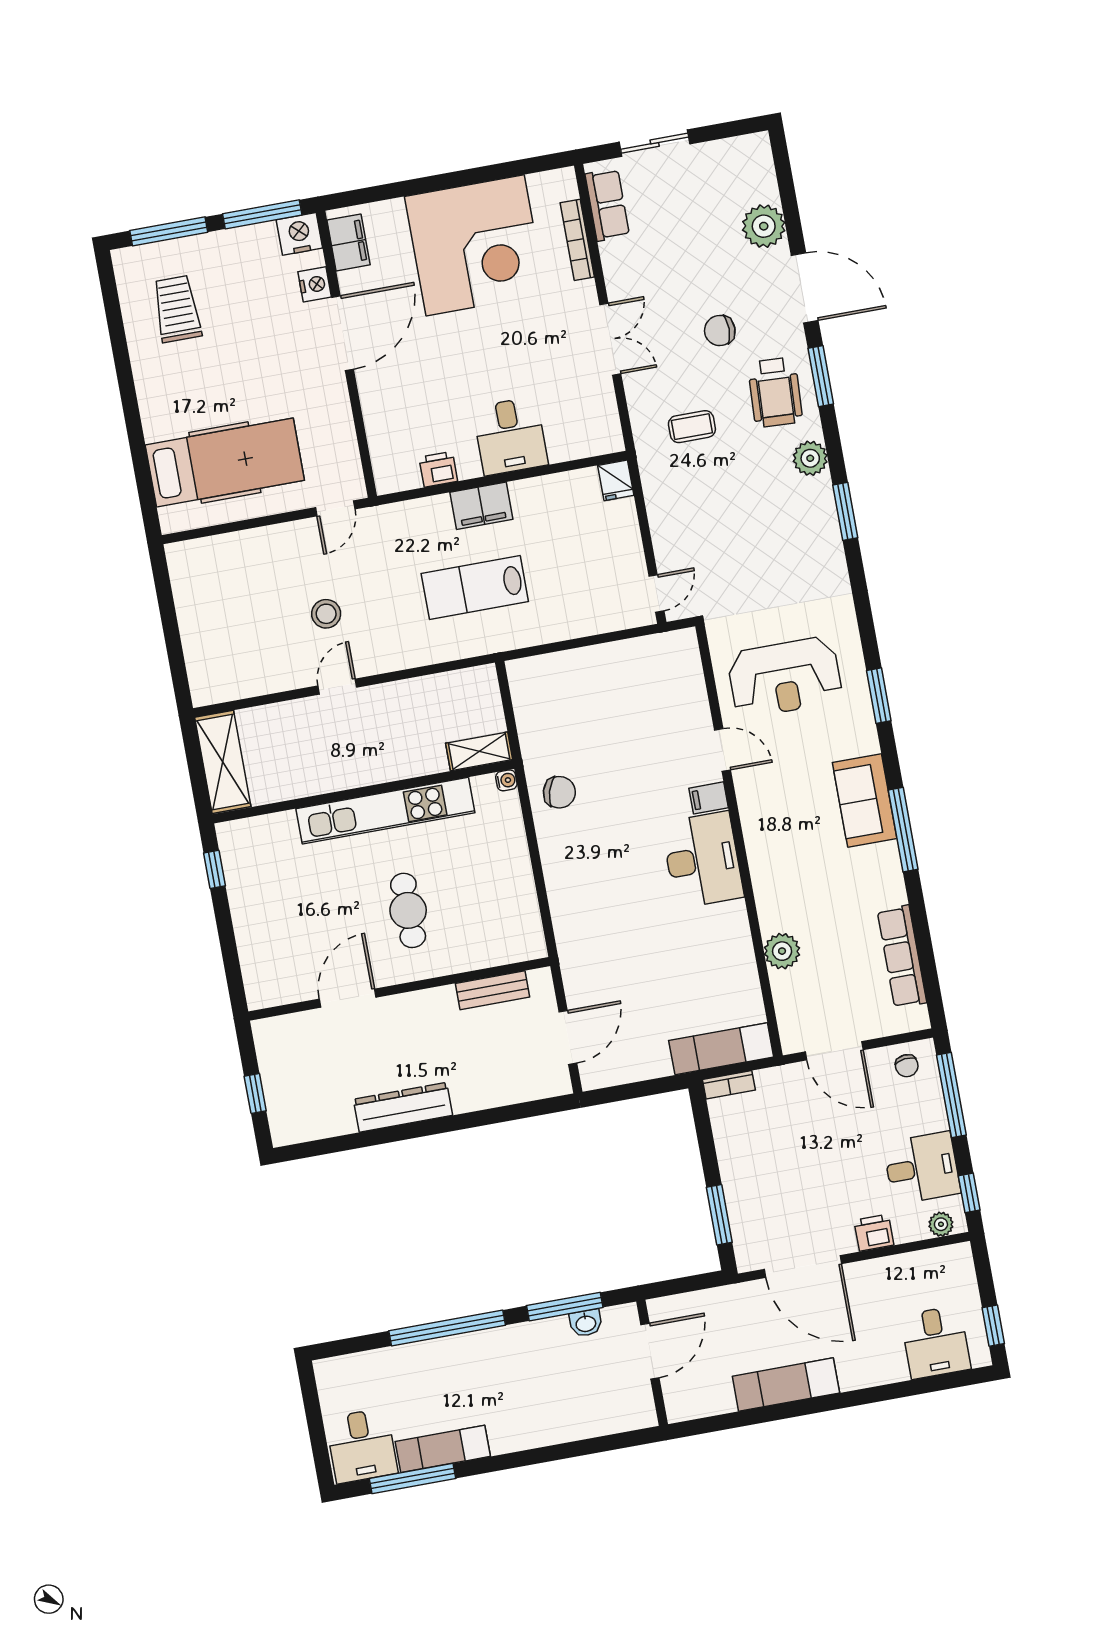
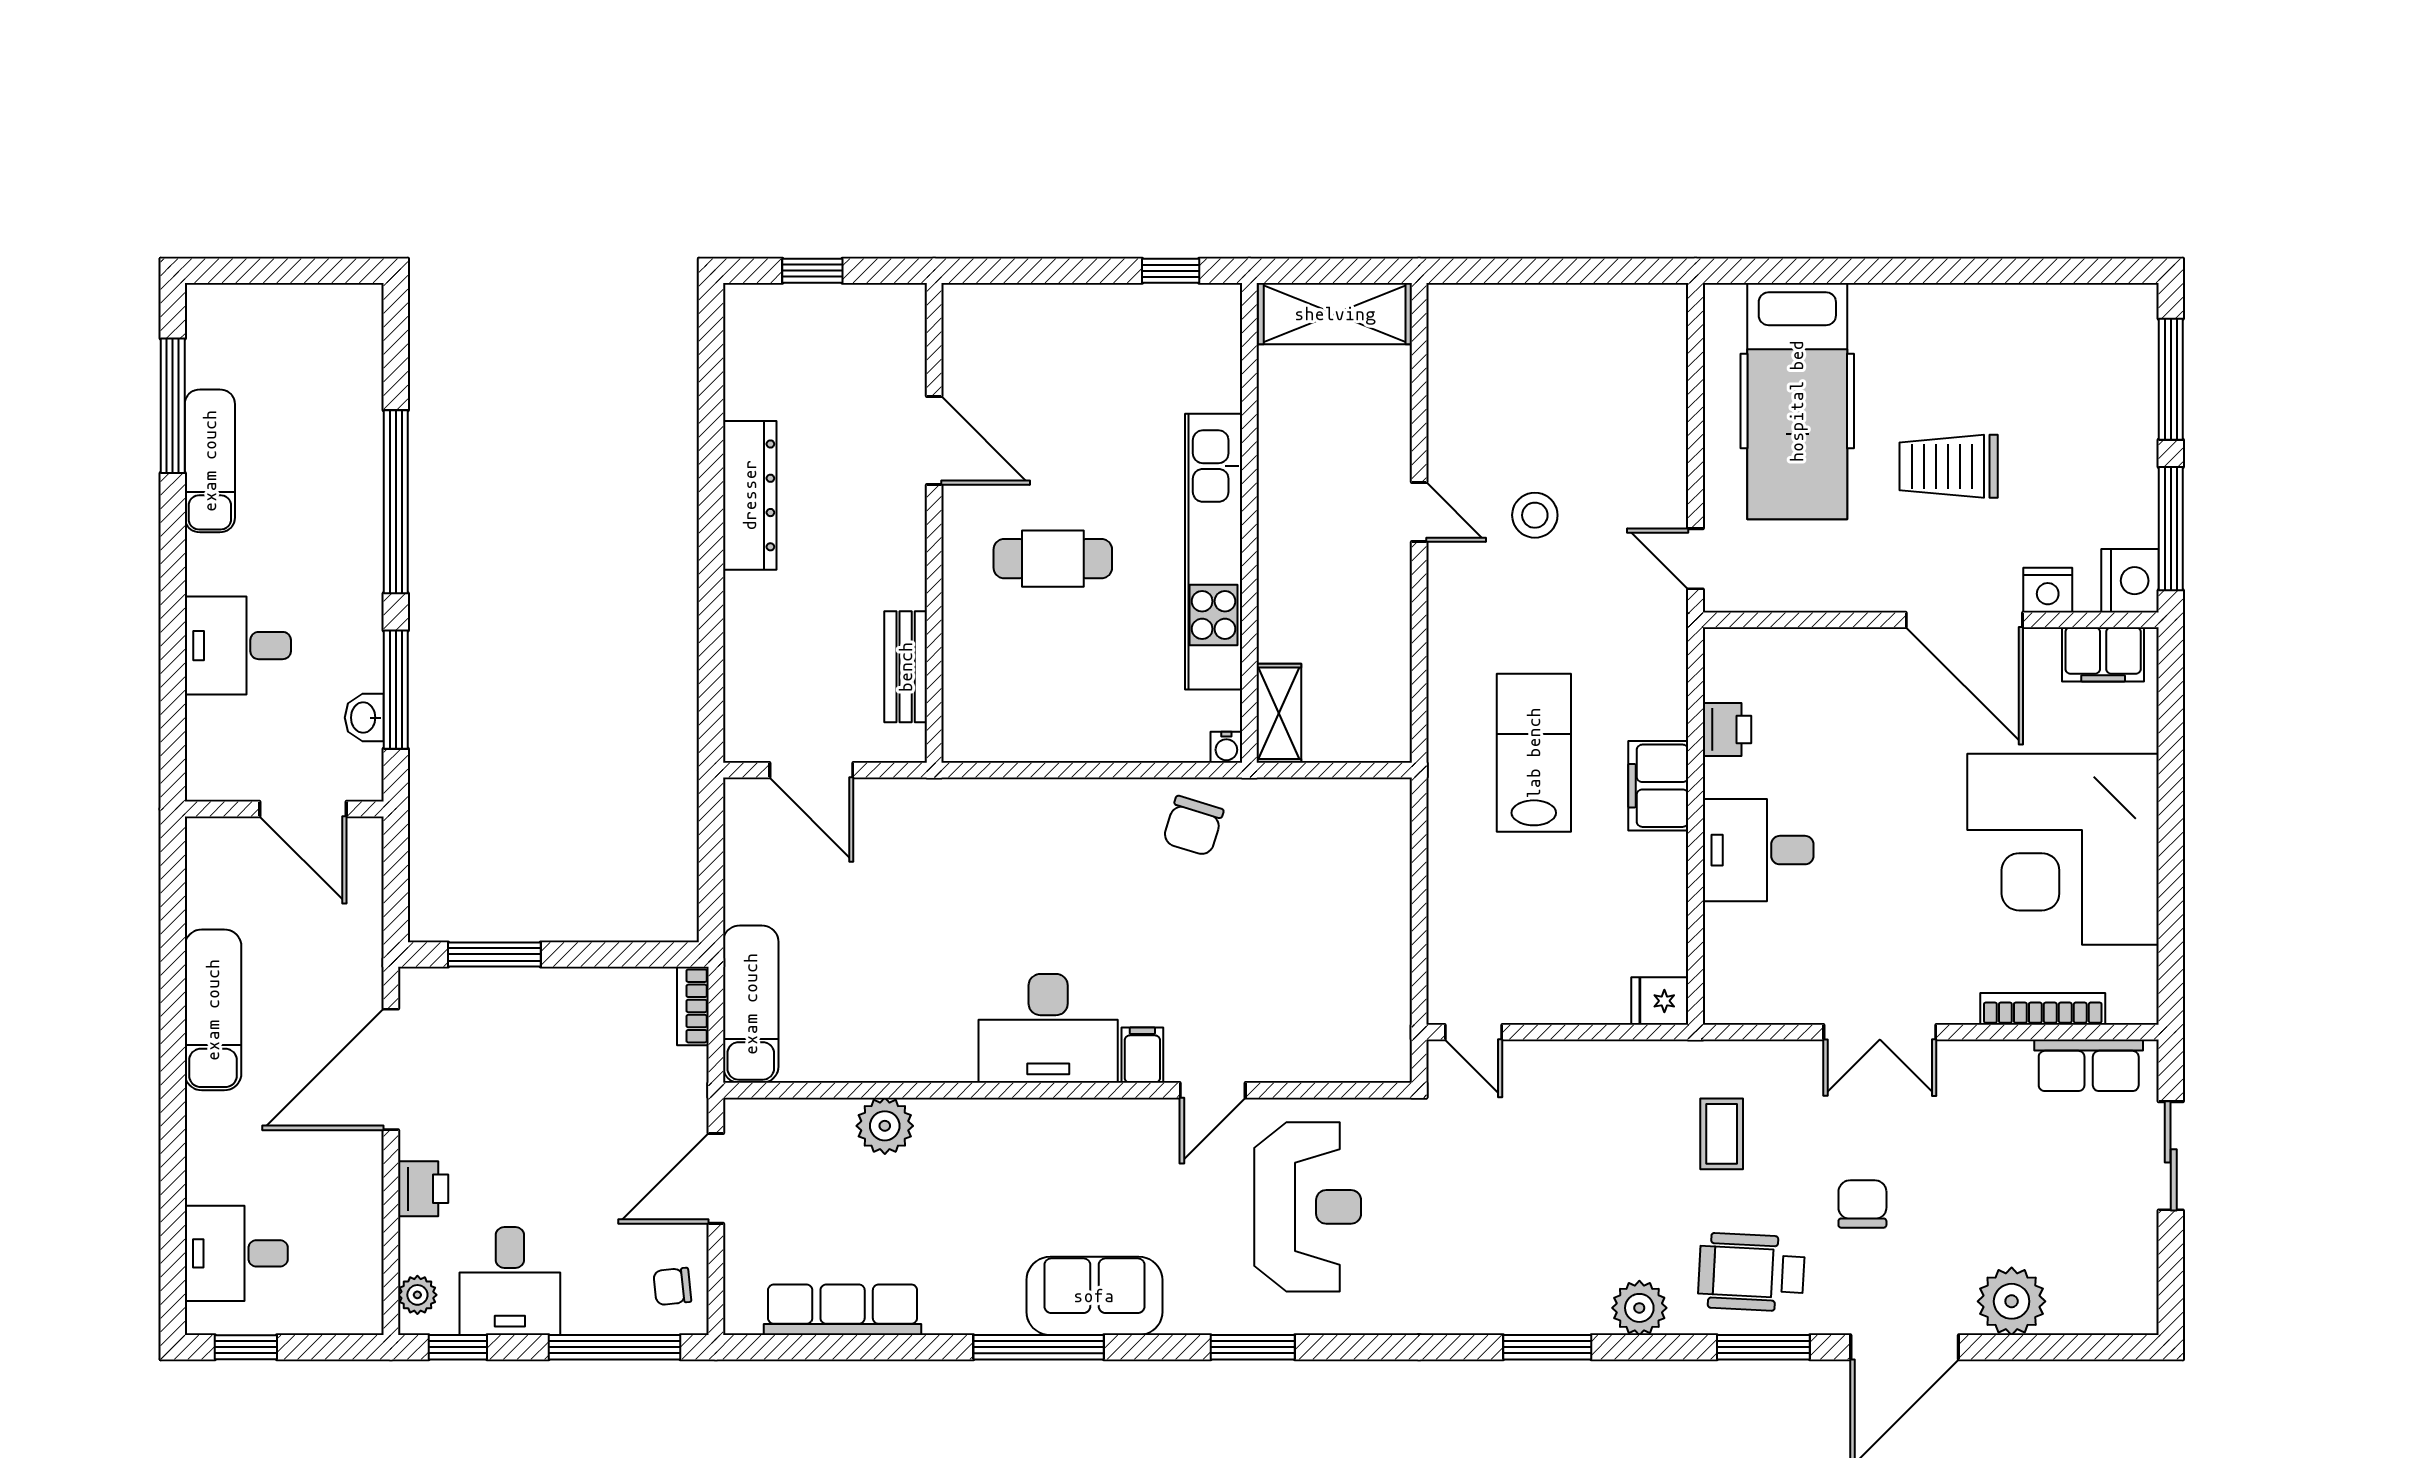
trolley: (177, 309) -> (1949, 466), moved, turned 180
reception desk: (785, 677) -> (1308, 1207), turned 180
desk: (362, 1446) -> (238, 646), moved

